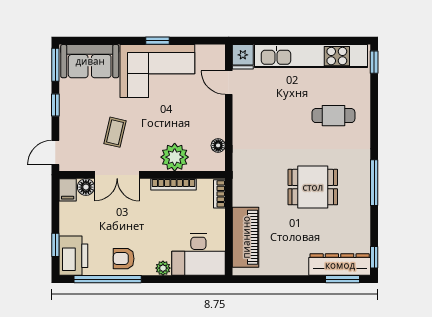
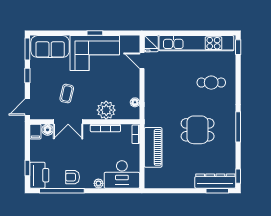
piano: (246, 237) -> (153, 147), moved

